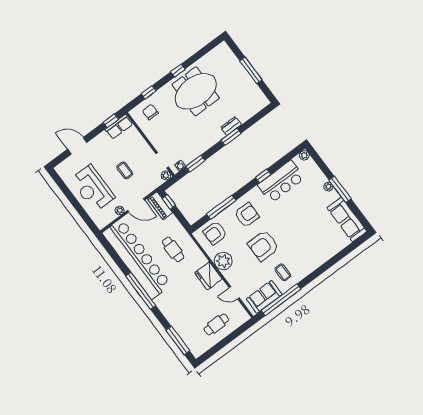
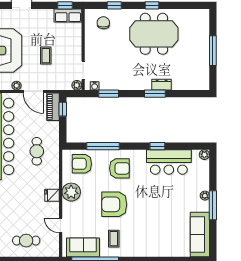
fridge: (208, 276) -> (52, 195), width x0.53, depth x0.75

